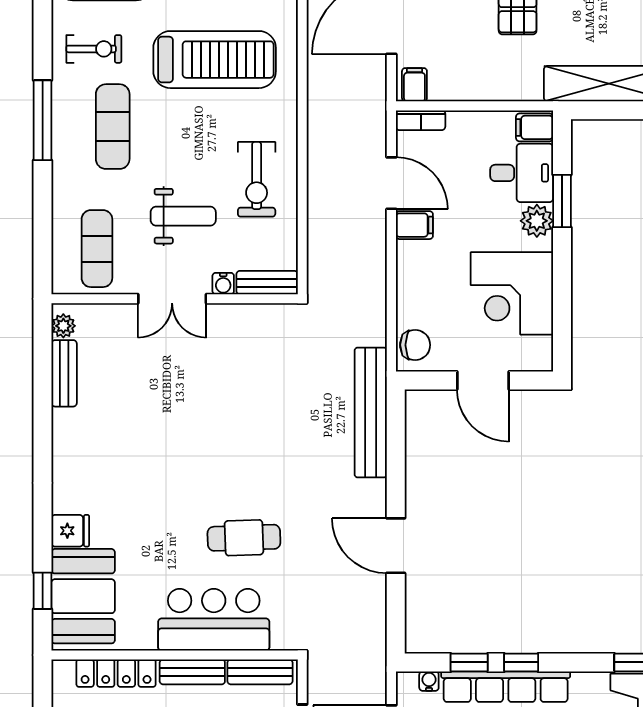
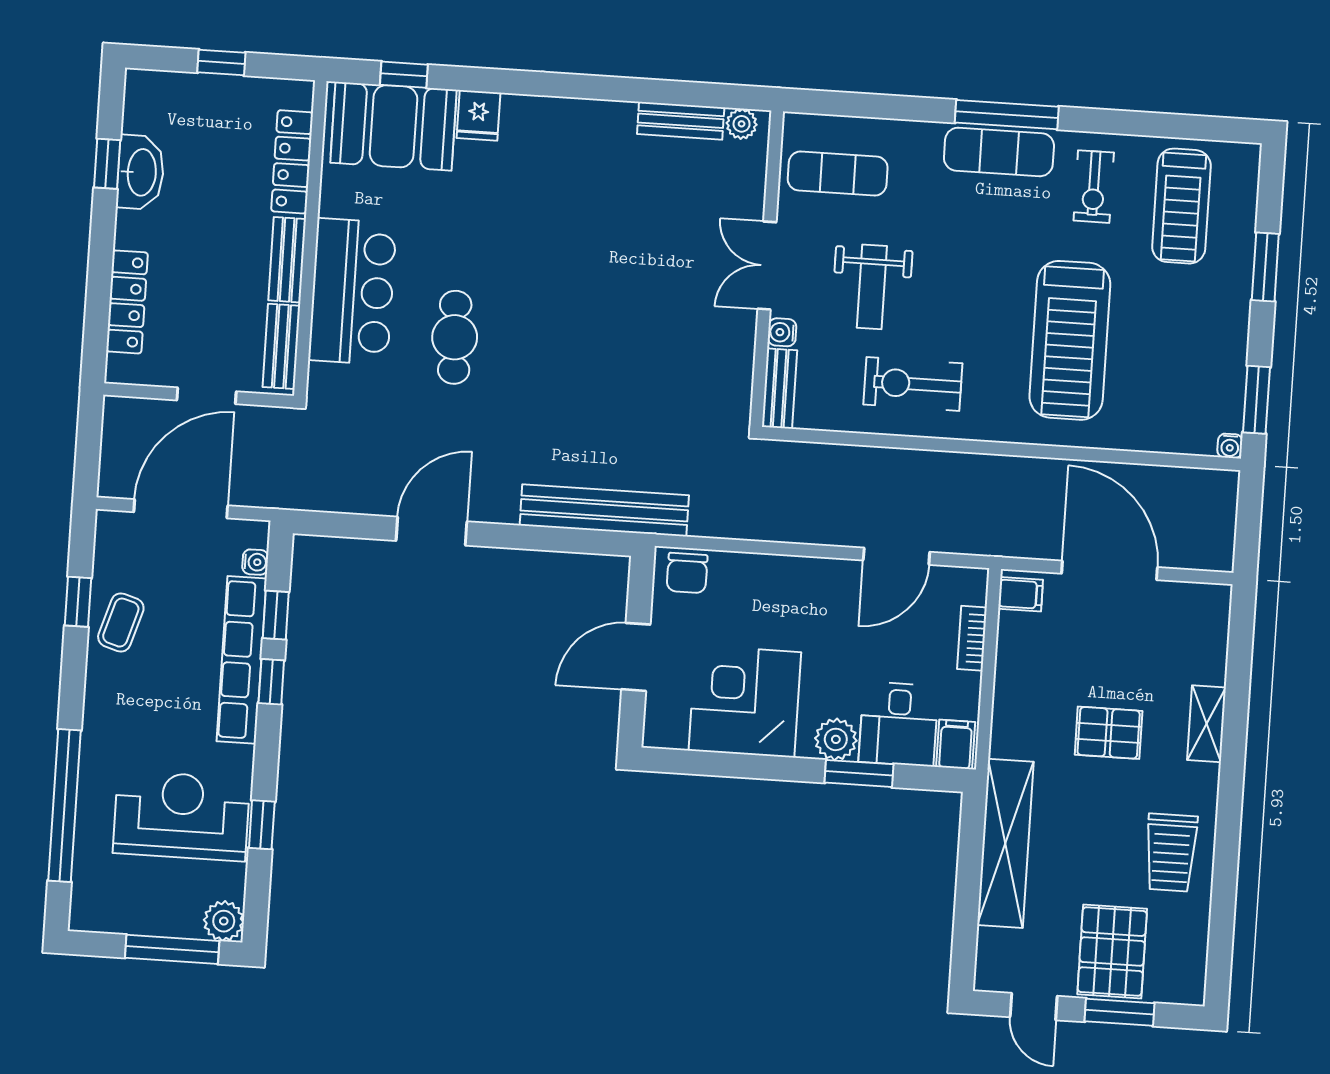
bookcase: (421, 120) -> (972, 638), moved
exercise mat: (113, 127) -> (999, 152), moved
filing cabinet: (414, 225) -> (841, 582), removed

